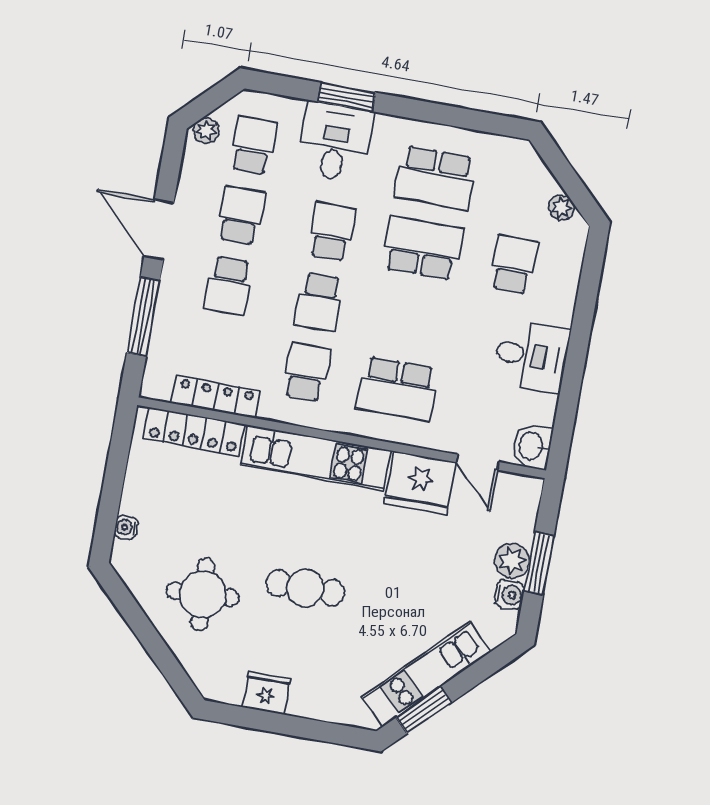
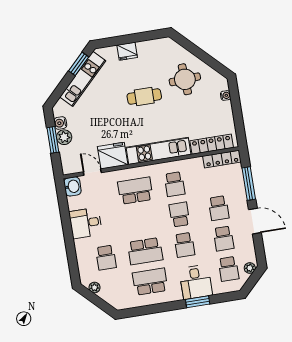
school desk: (228, 286) -> (219, 208), turned 180
locker: (216, 397) -> (222, 159), moved
fridge: (266, 693) -> (127, 51), moved

